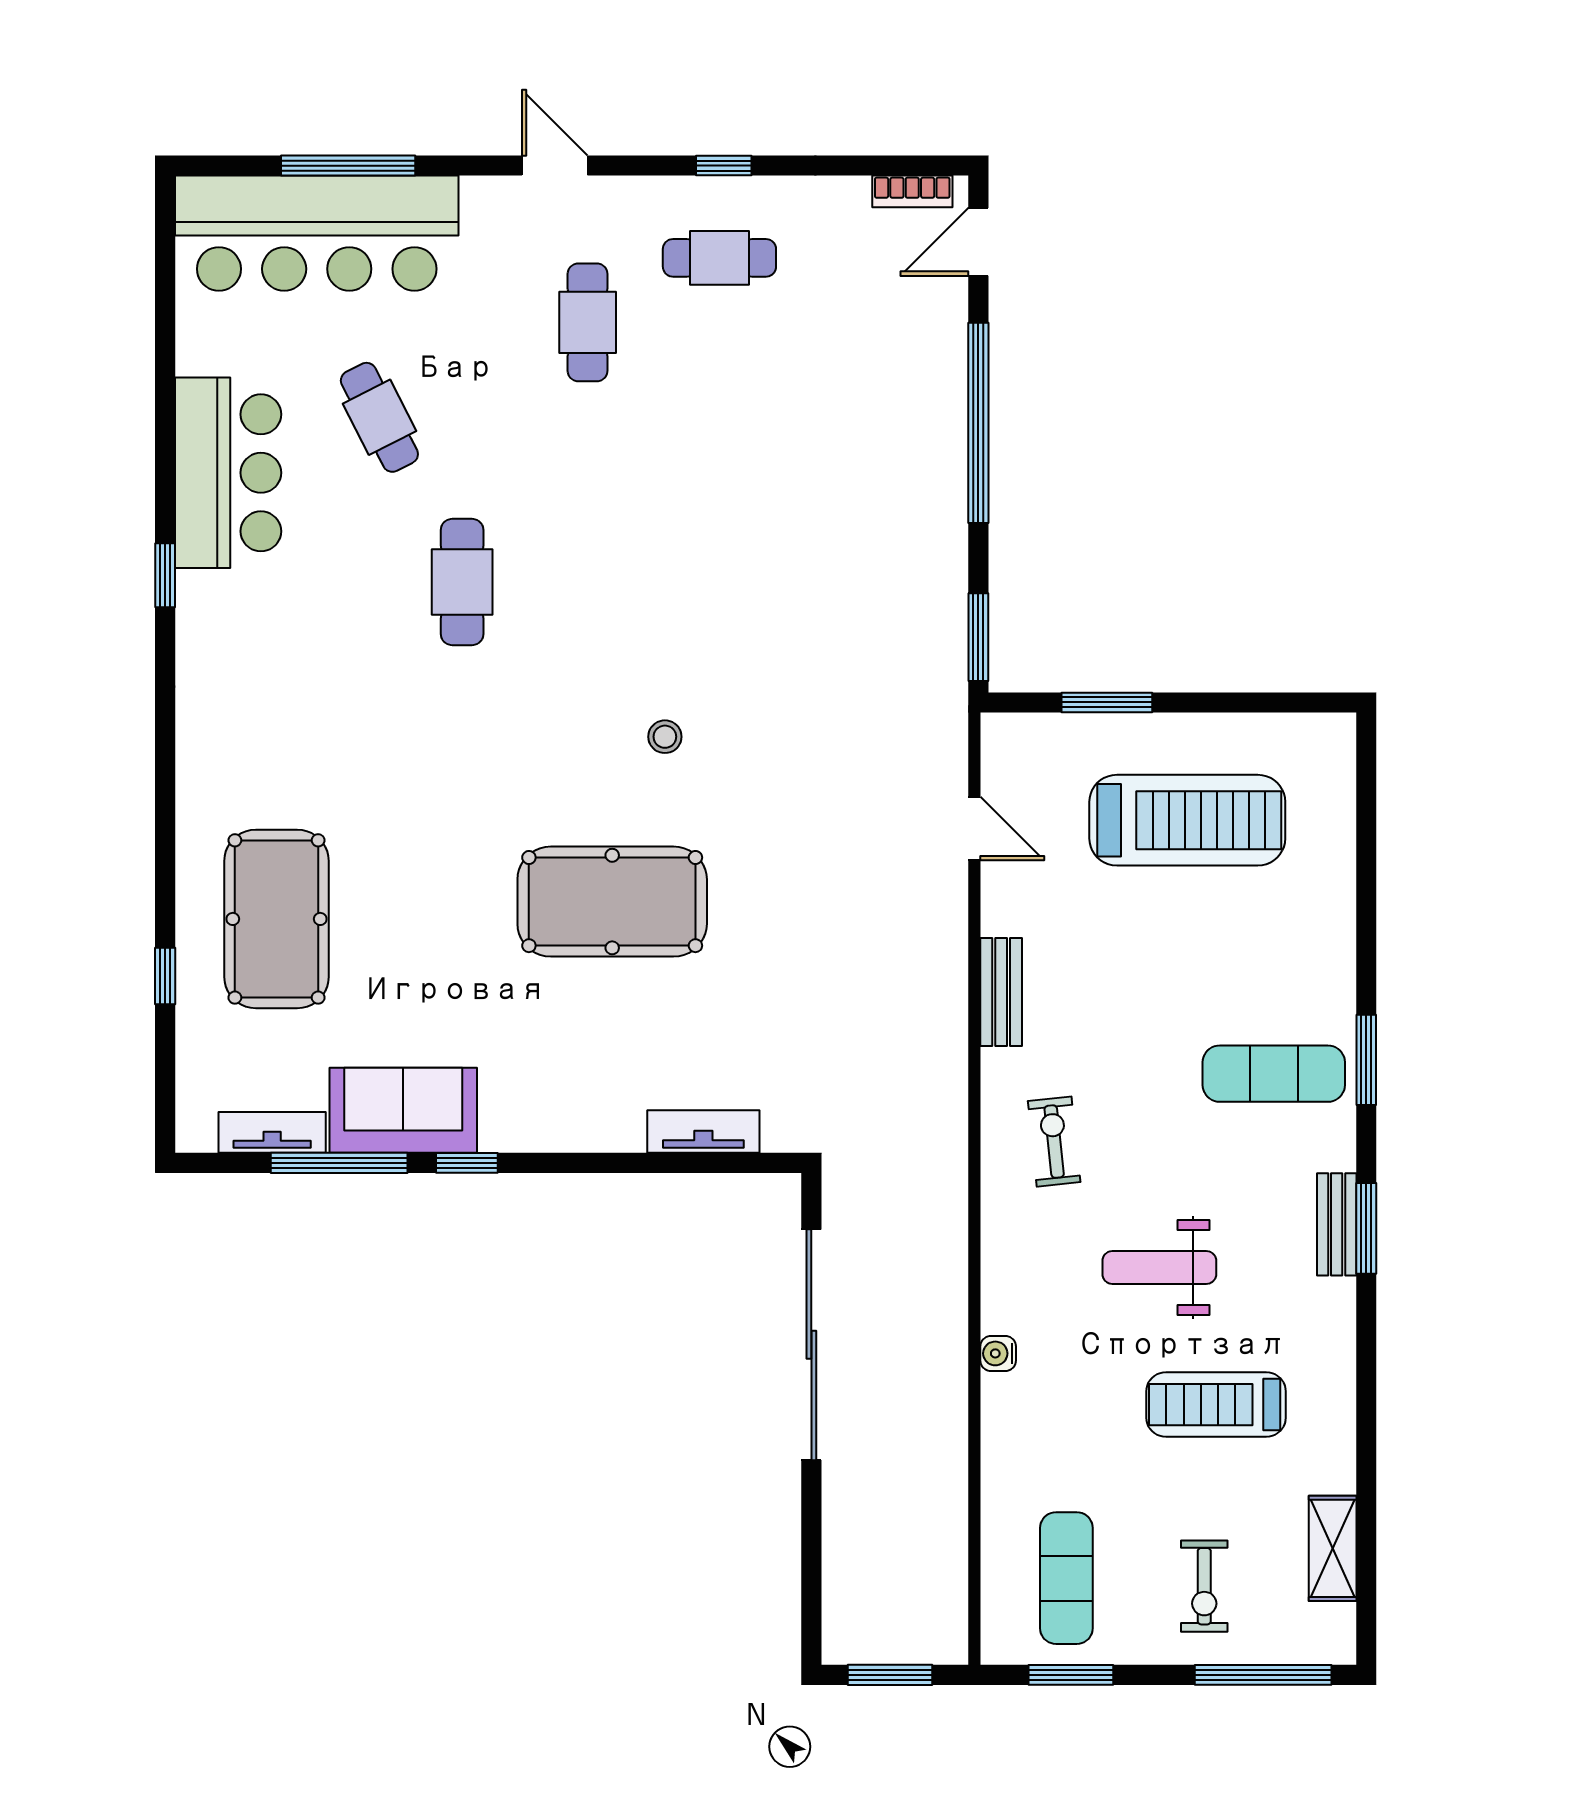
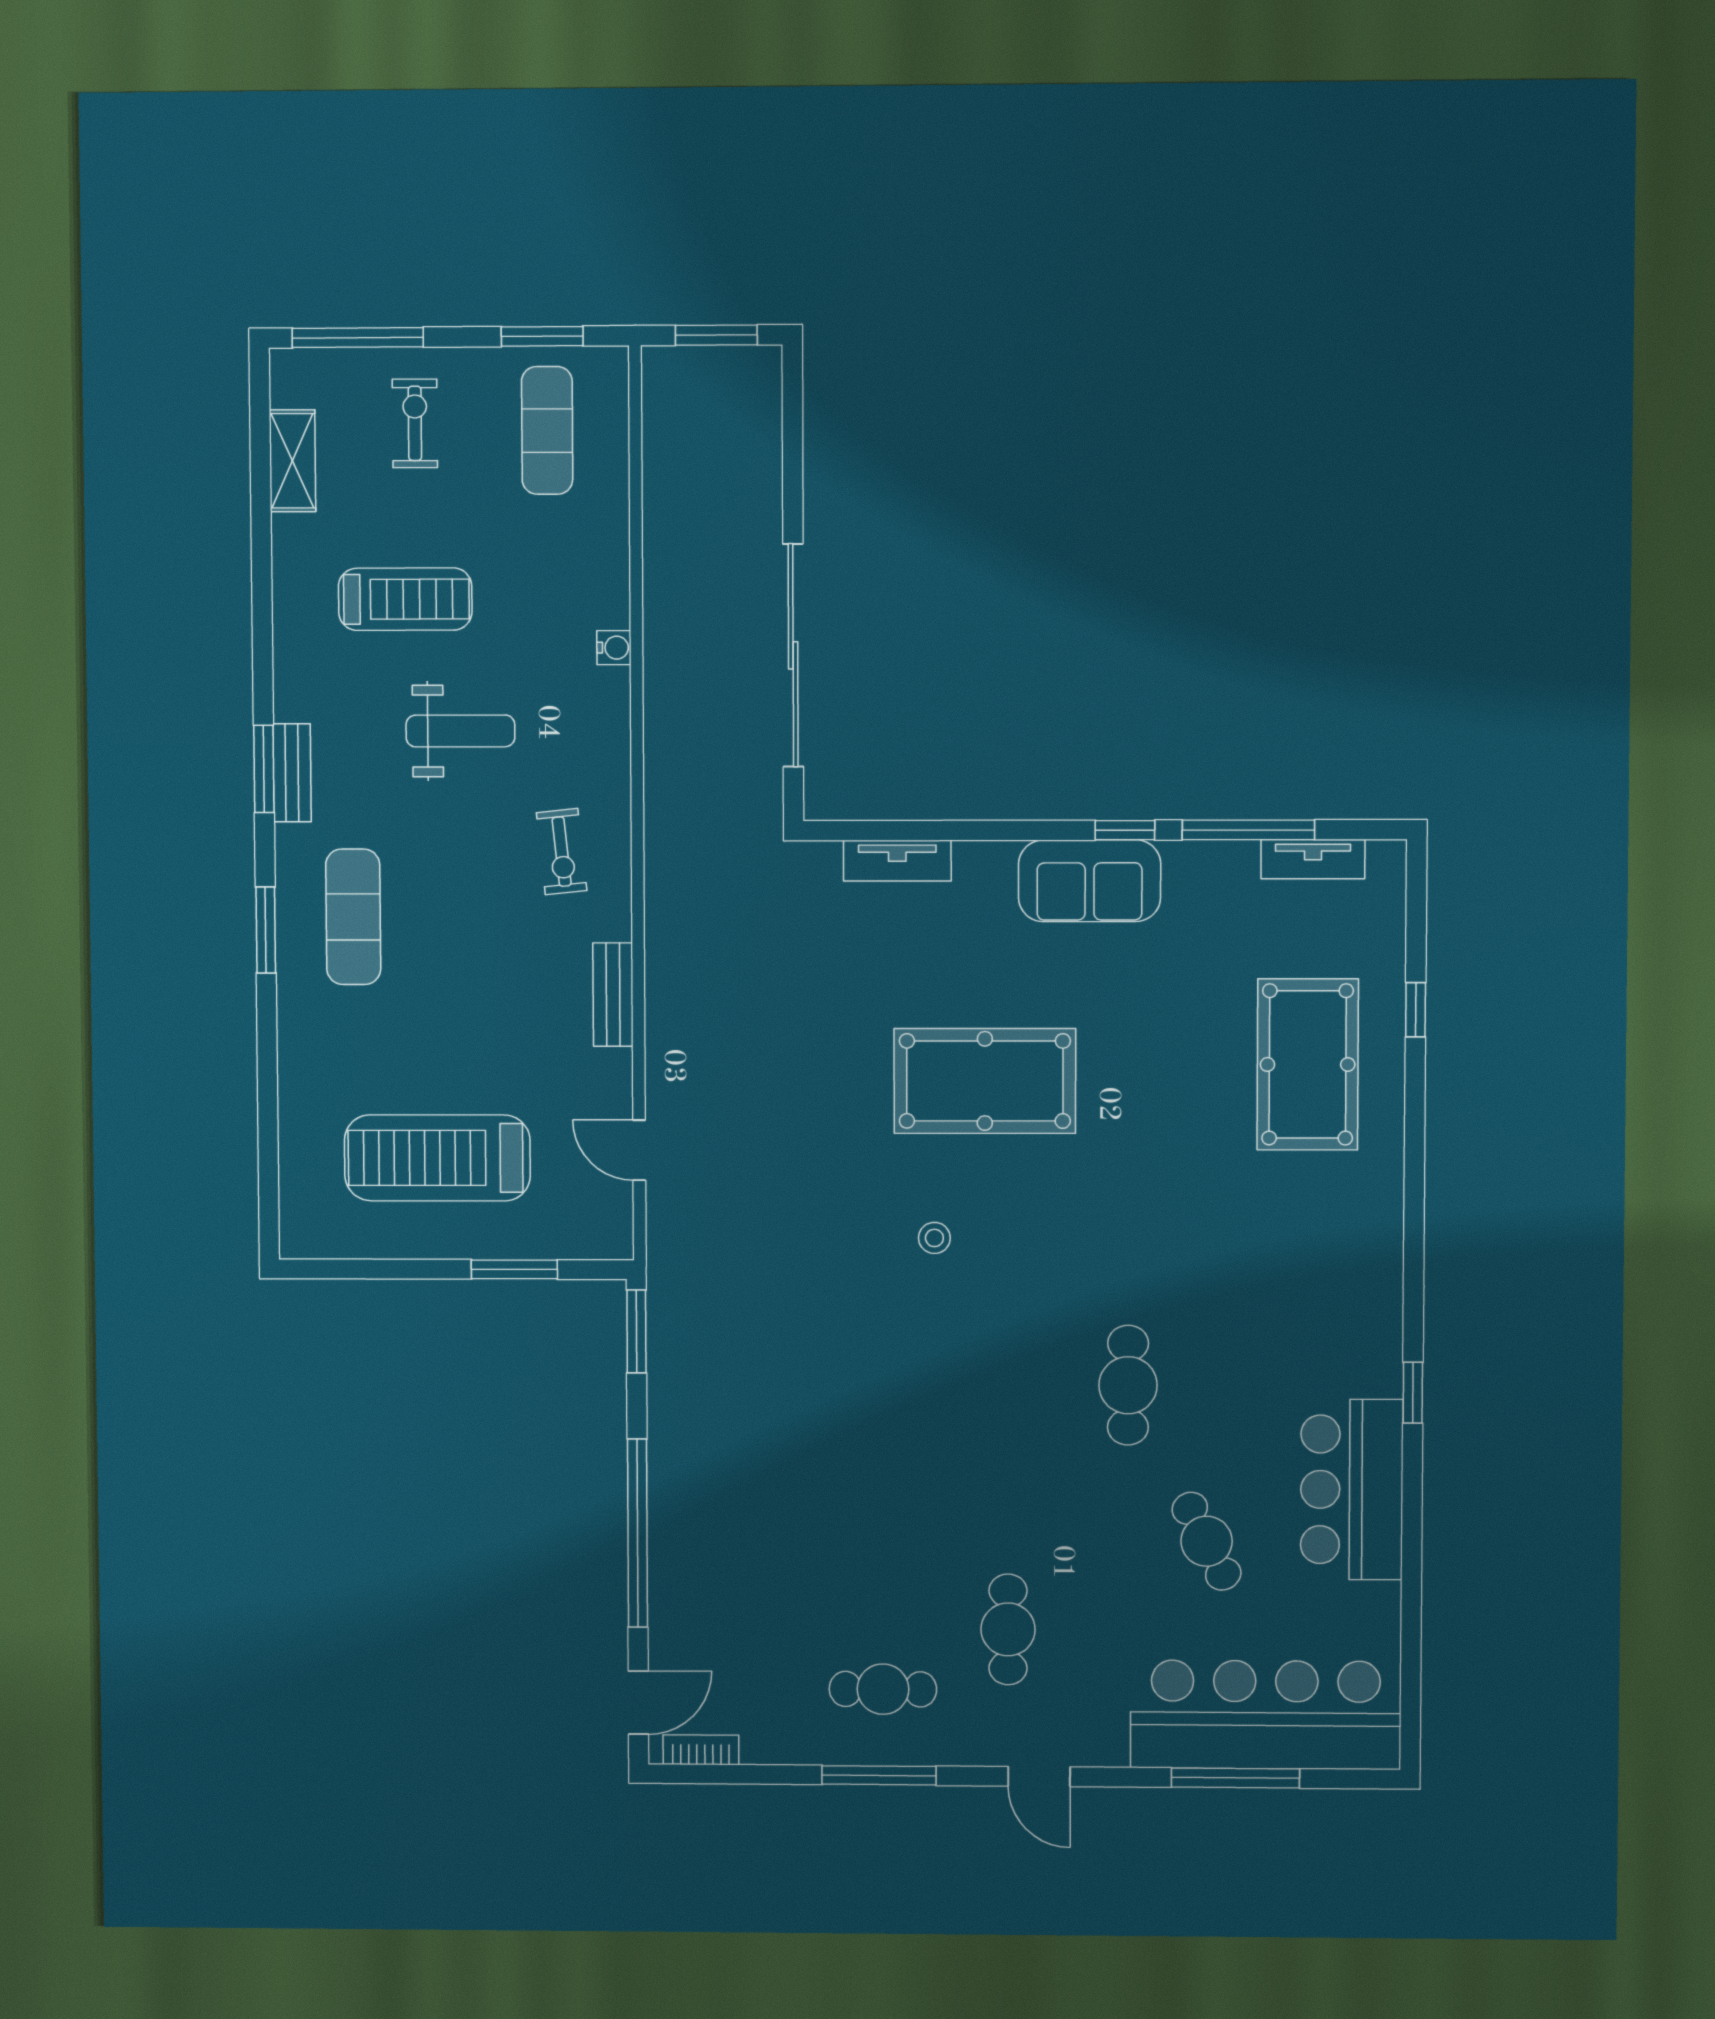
window: (724, 166) -> (879, 1775), width x2.17
exercise mat: (1274, 1074) -> (353, 917), turned 90
sofa: (403, 1110) -> (1090, 881), moved

